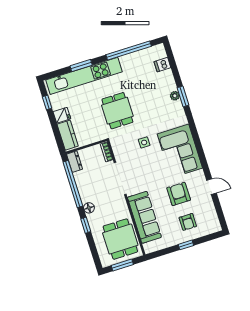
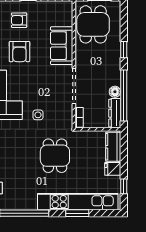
dresser: (75, 162) -> (115, 113), width x1.44
floor lamp: (89, 208) -> (115, 92), moved
sofa: (144, 217) -> (62, 46), width x0.73
armchair: (188, 222) -> (19, 20), turned -90

